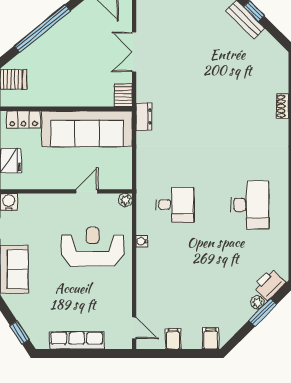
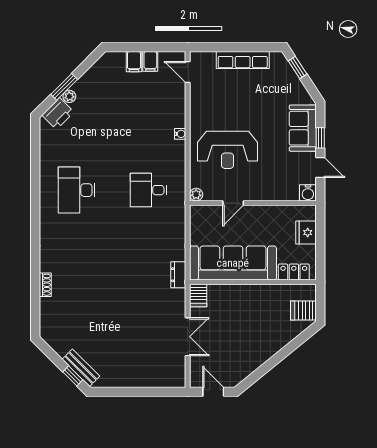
window: (42, 28) -> (276, 359), removed
water cooler: (142, 241) -> (180, 134), moved
filing cabinet: (211, 339) -> (134, 62), moved

